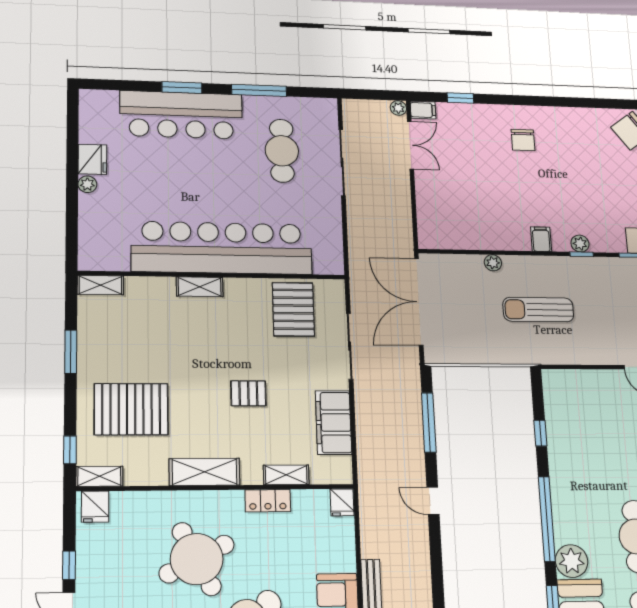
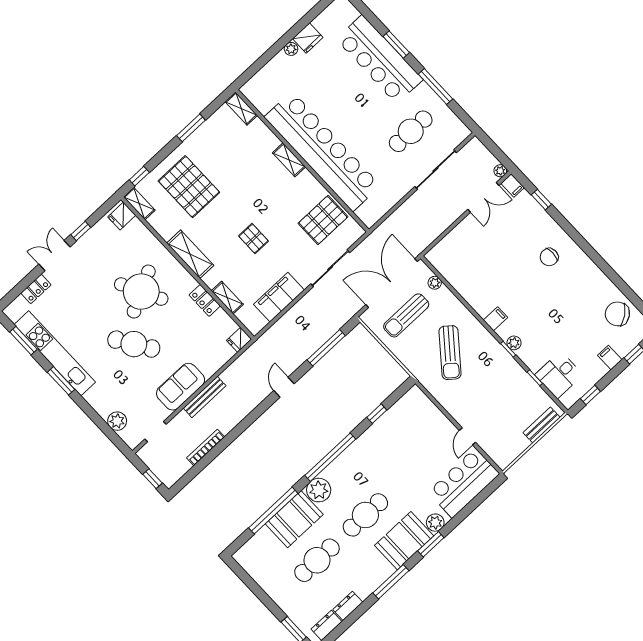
plant: (493, 263) -> (435, 283), moved
sun lounger: (538, 310) -> (450, 353), turned -141
sun lounger: (464, 317) -> (406, 315), added

